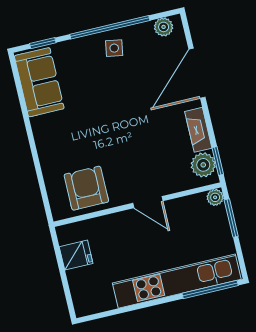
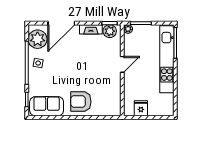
plant: (164, 27) -> (38, 39), width x1.88, depth x1.88
door: (197, 73) -> (61, 23), hinge flipped
armchair: (86, 188) -> (81, 102), moved

